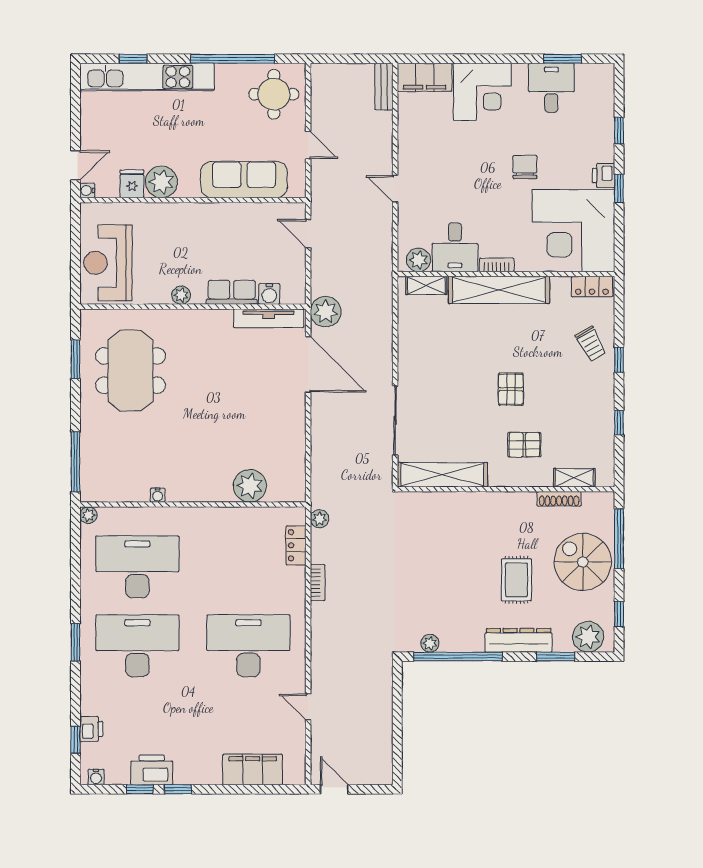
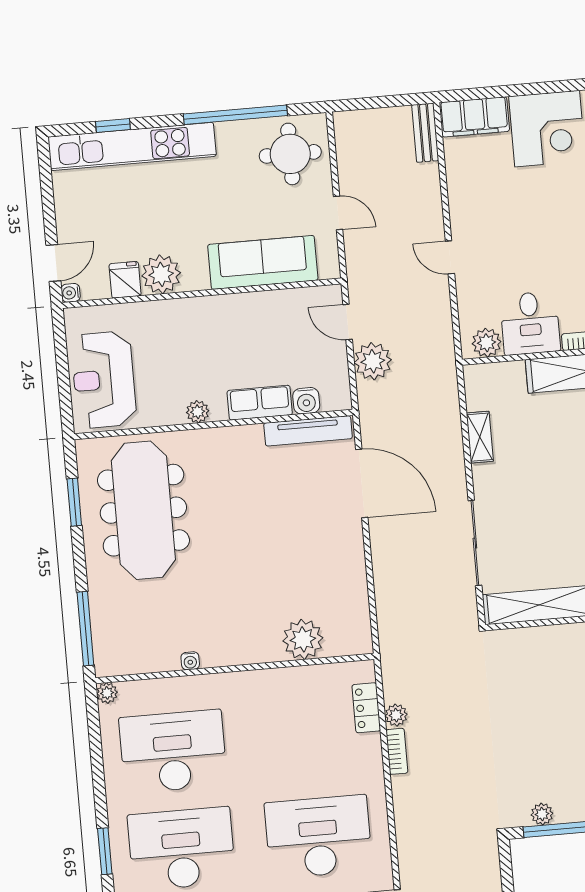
shelving: (426, 285) -> (480, 437), moved, turned 90
plant: (326, 312) -> (373, 361), moved
meeting table: (131, 371) -> (143, 510), width x1.36
plant: (319, 519) -> (396, 715), moved

